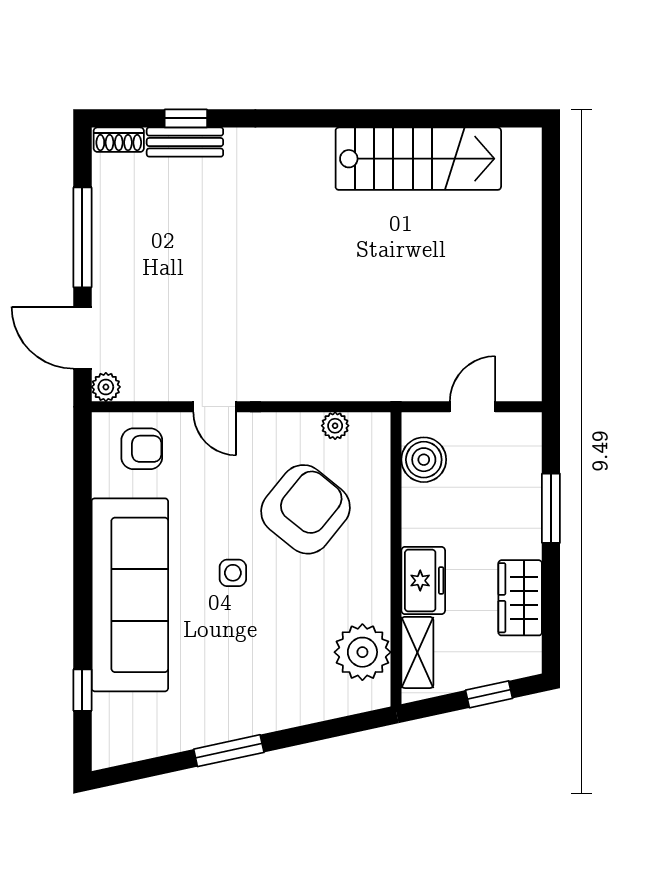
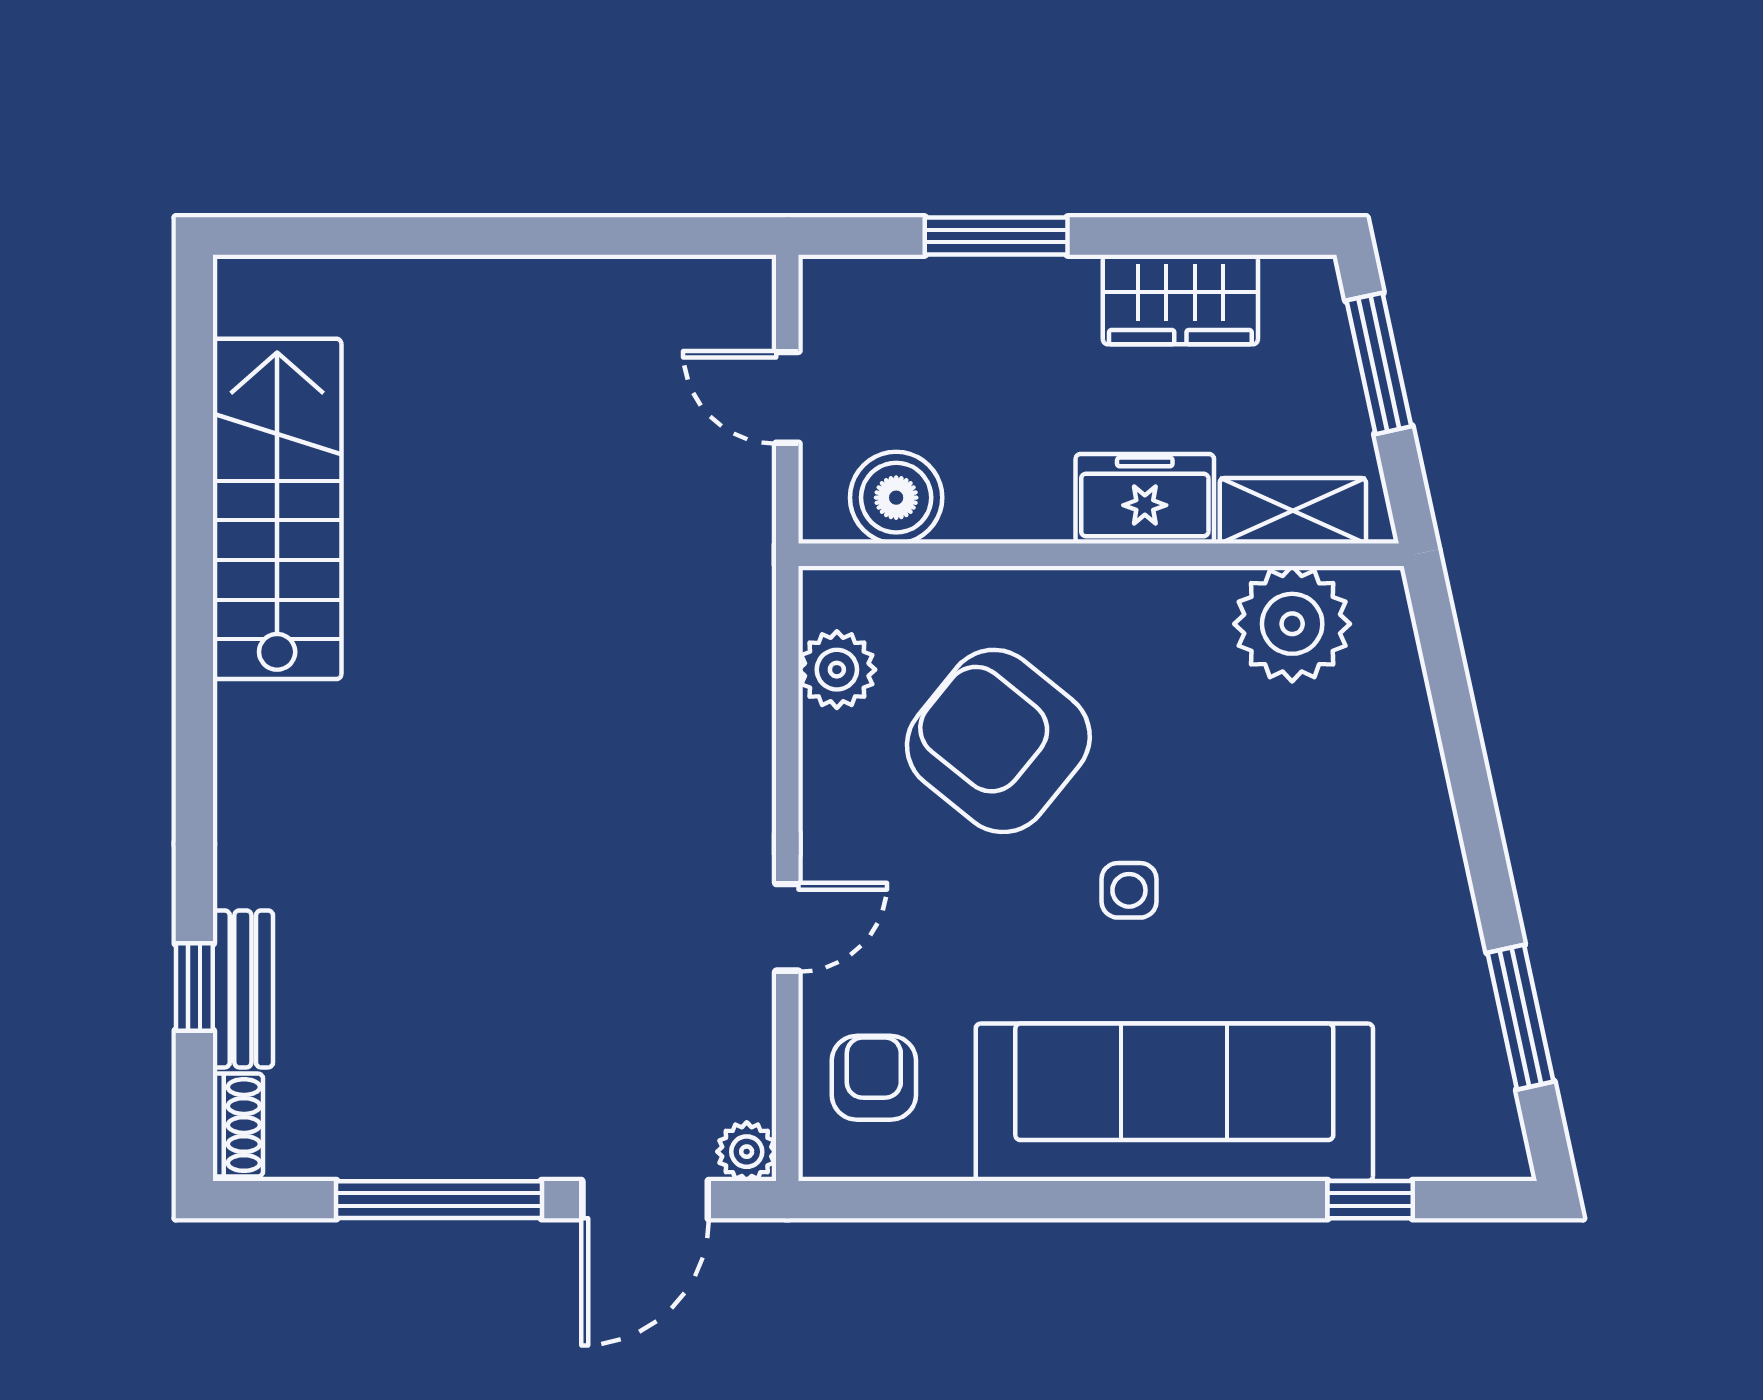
plant: (335, 426) -> (837, 670), width x1.38, depth x1.38
window: (489, 694) -> (1379, 363), width x1.50
window: (229, 751) -> (1520, 1017), moved

